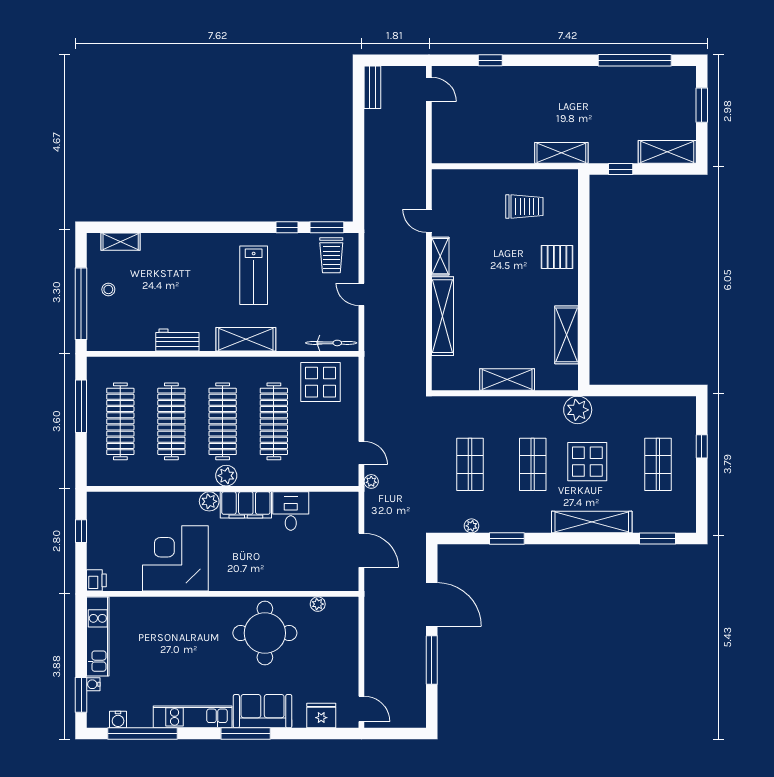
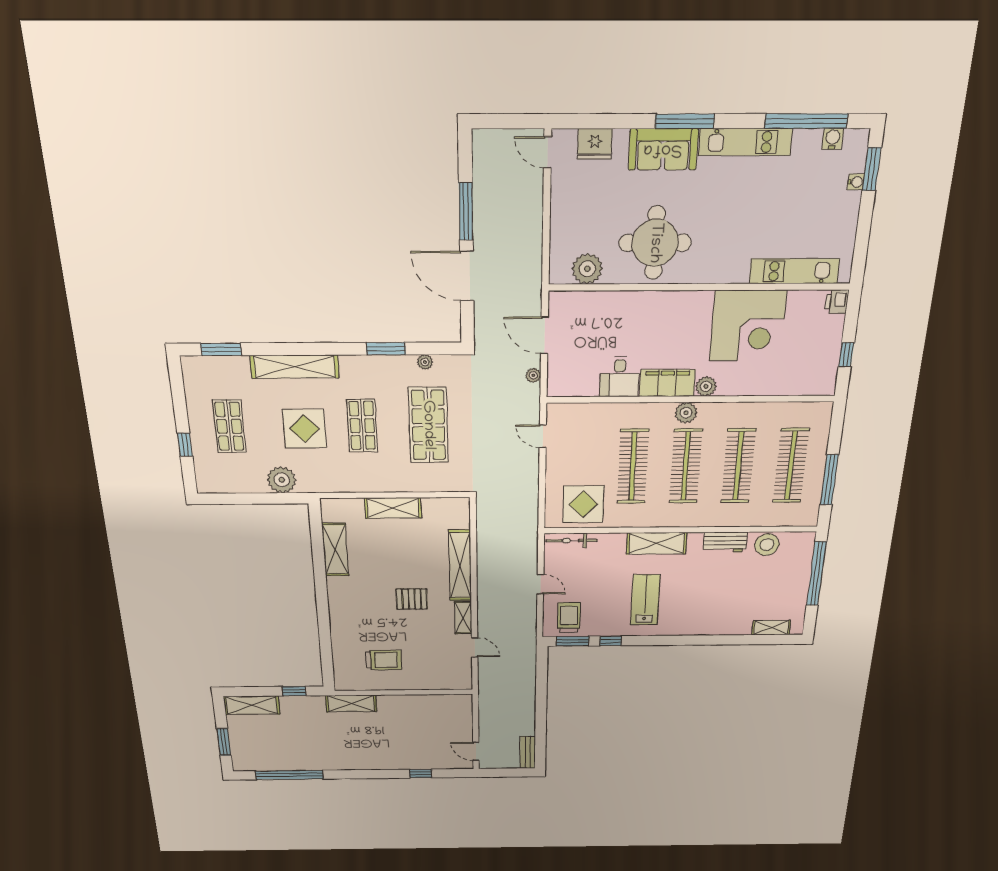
trolley: (524, 206) -> (384, 660), turned 180
pallet: (557, 257) -> (412, 599), moved
stool: (108, 289) -> (767, 545), moved, width x1.89, depth x1.89
plant: (578, 410) -> (282, 480), moved
shop shelf: (470, 464) -> (428, 425), width x1.43, depth x1.36
plant: (371, 481) -> (533, 375), moved
plant: (318, 604) -> (587, 269), width x1.88, depth x1.88
kitchen unit: (98, 637) -> (794, 271), moved, turned 90

